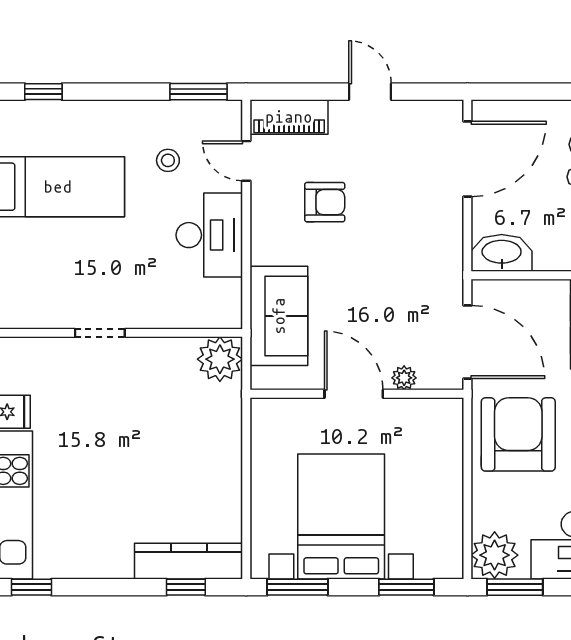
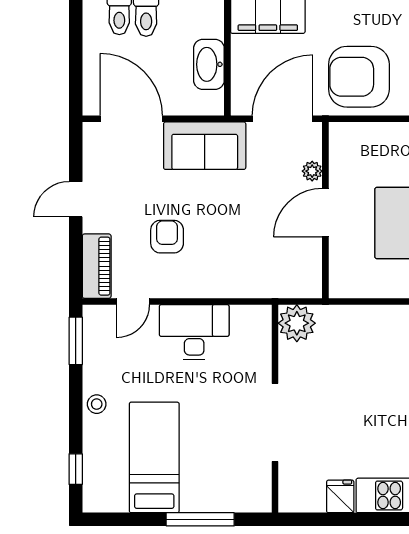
stool: (168, 160) -> (97, 404), moved
washbasin: (502, 253) -> (209, 64), moved
sofa: (279, 316) -> (205, 146), moved, turned 180
doorway: (100, 333) -> (275, 422), width x1.88

